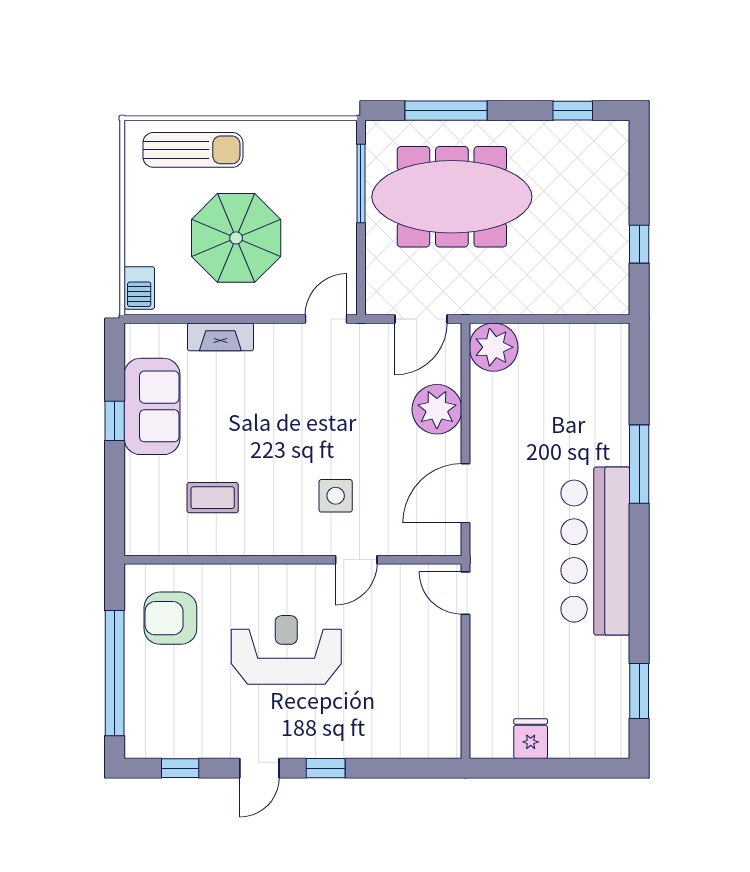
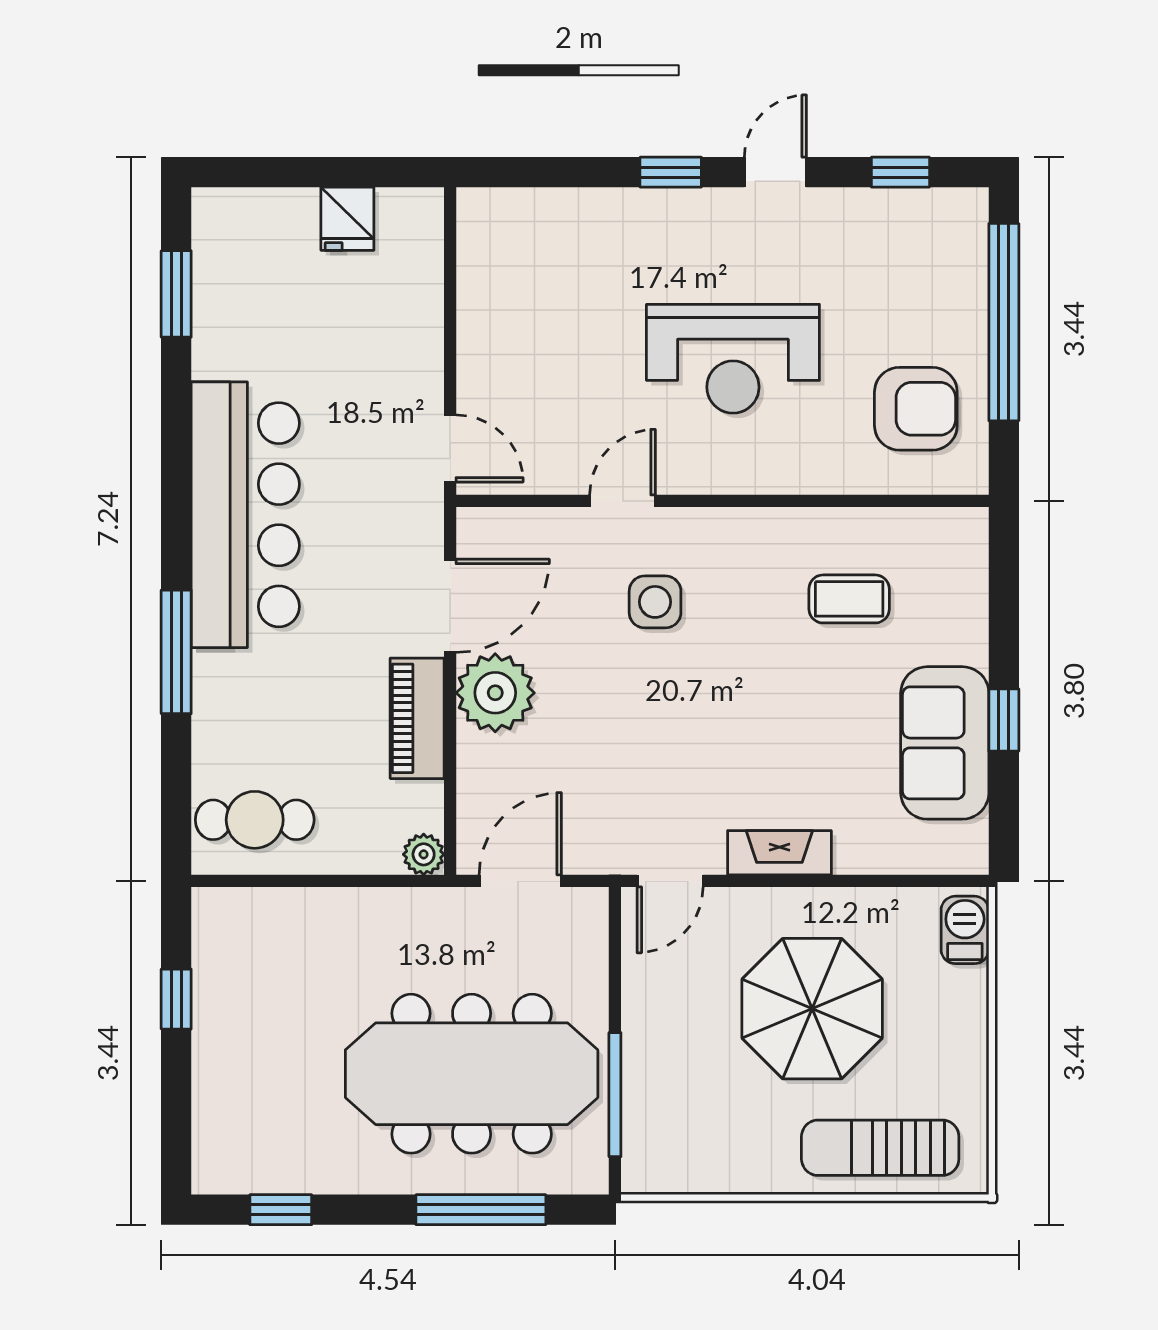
fireplace: (220, 337) -> (779, 853), moved
plant: (494, 347) -> (424, 854), width x0.53, depth x0.53
cafe table: (589, 358) -> (255, 820), added
plant: (437, 409) -> (495, 693), moved
piano: (486, 422) -> (417, 718), added

